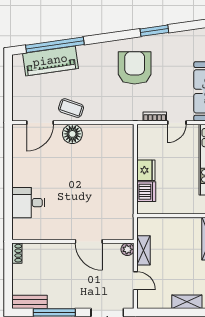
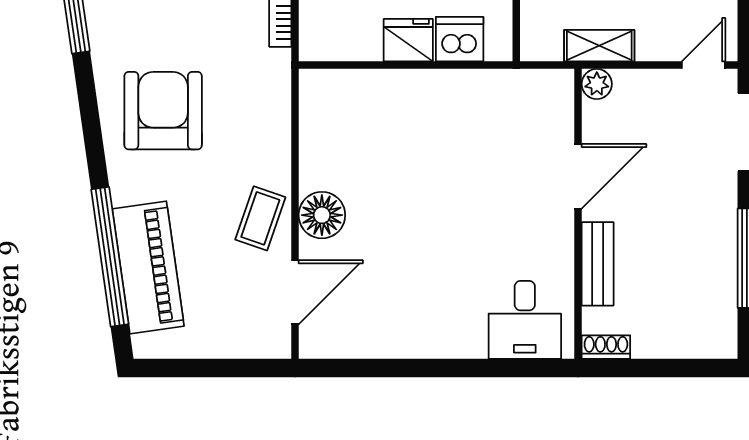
armchair: (135, 68) -> (163, 111), moved, turned 90
door: (40, 123) -> (295, 292), hinge flipped
desk: (28, 203) -> (525, 320), moved
door: (135, 281) -> (704, 65), moved
bench: (30, 302) -> (598, 264), moved

